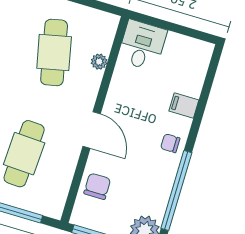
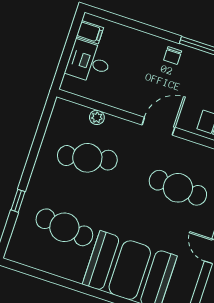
desk: (142, 45) -> (89, 62), moved
filing cabinet: (184, 105) -> (90, 32), moved, turned -90

